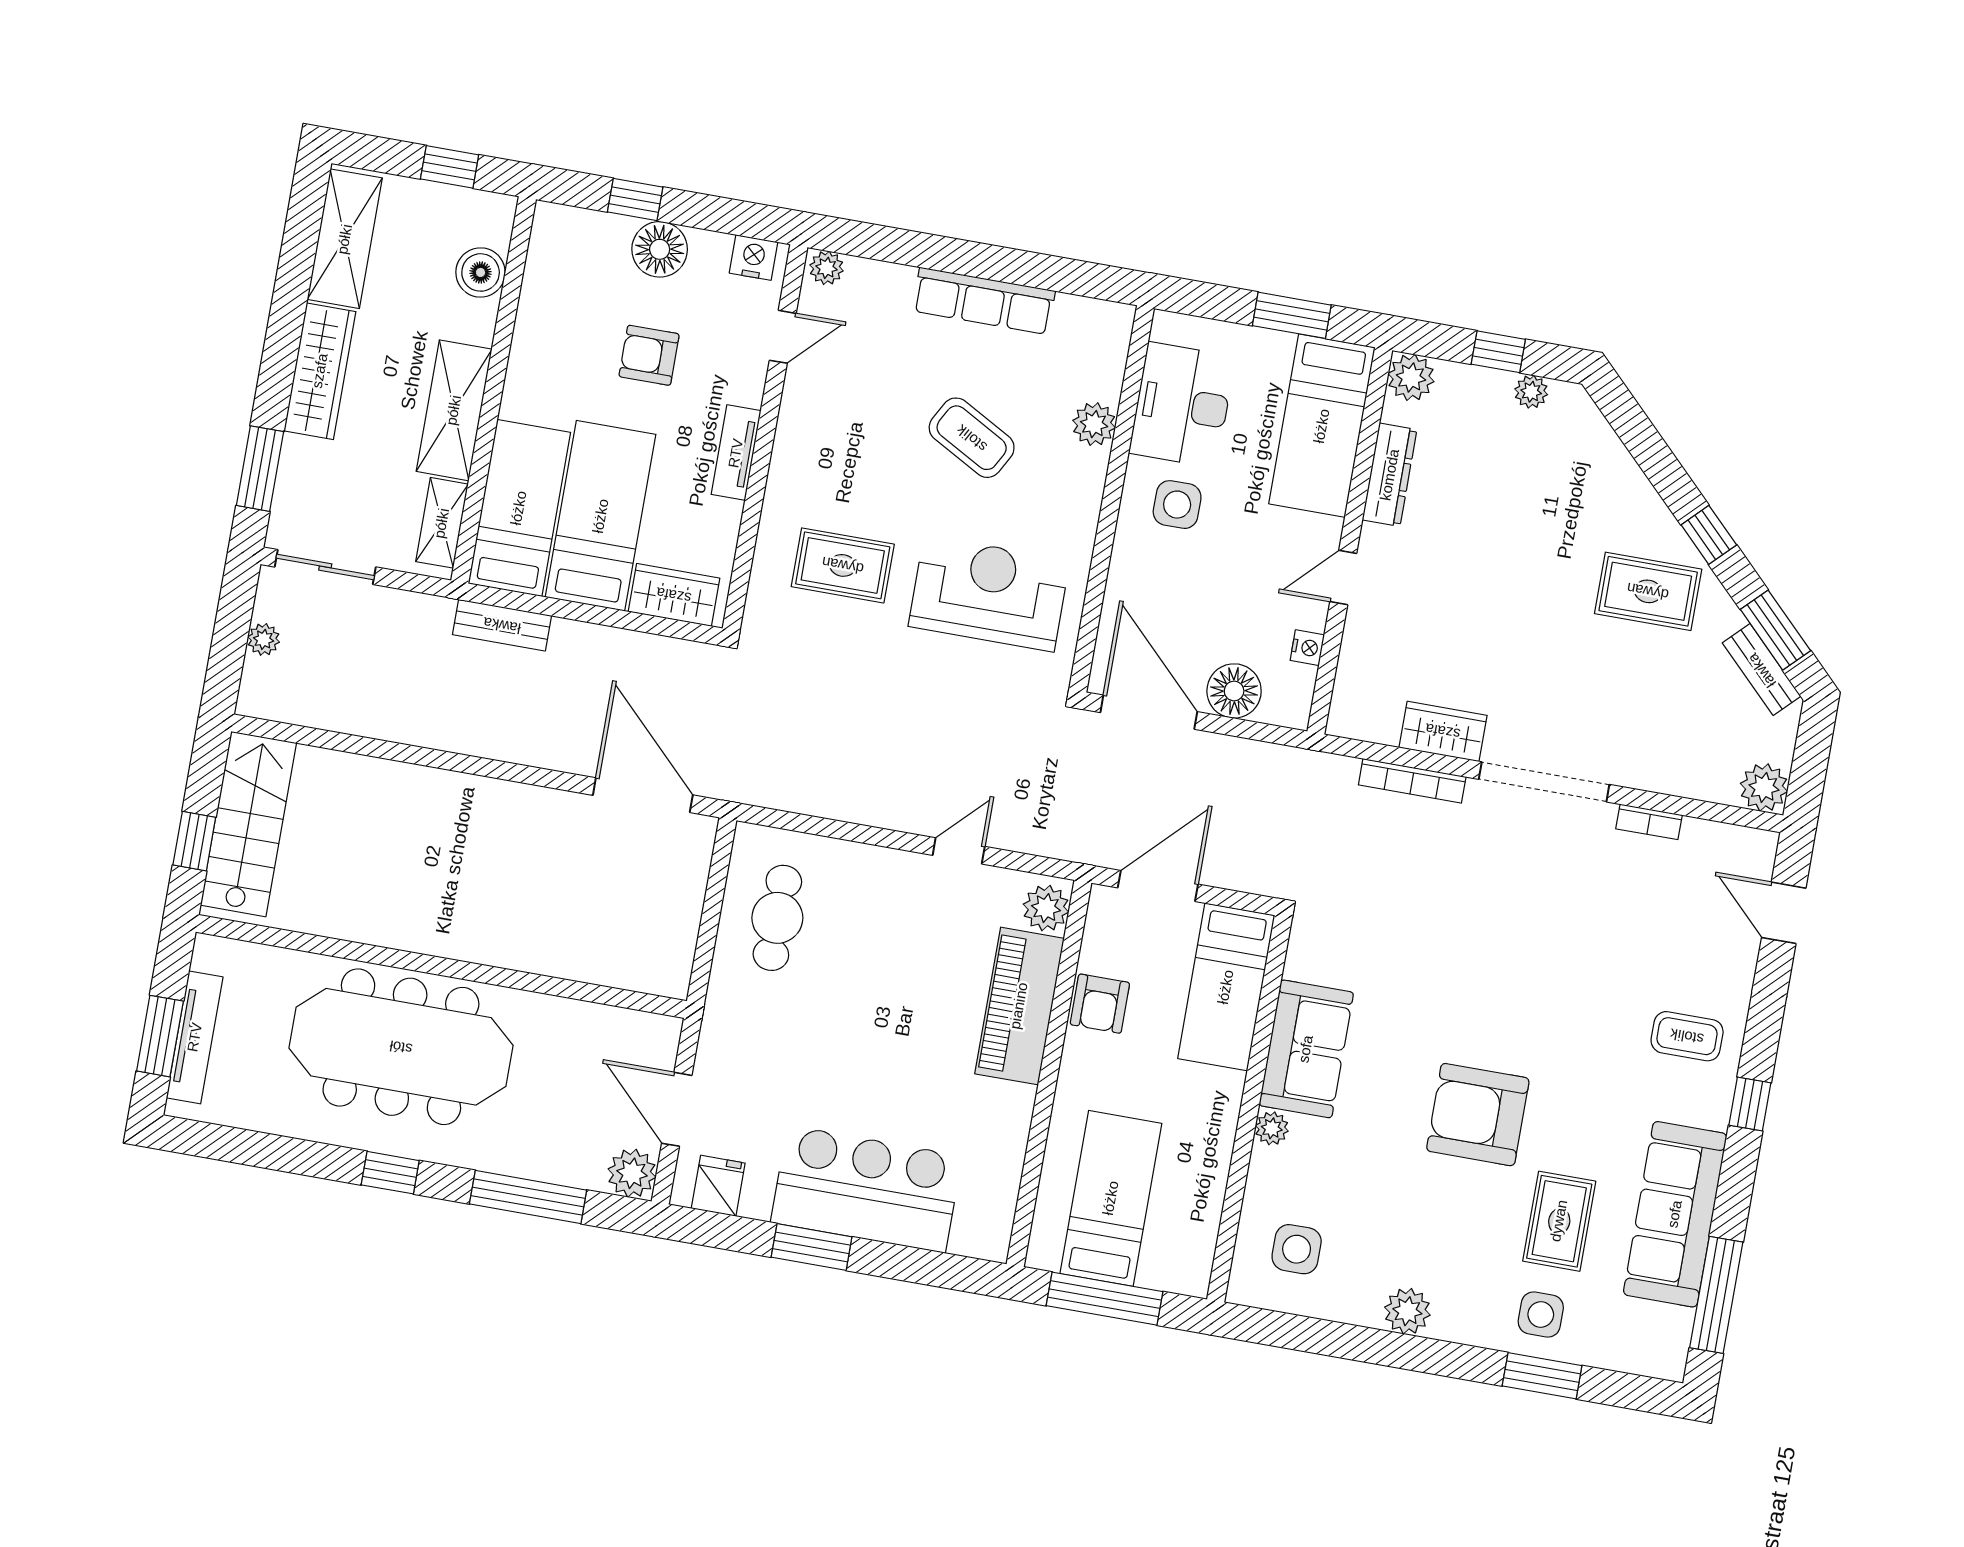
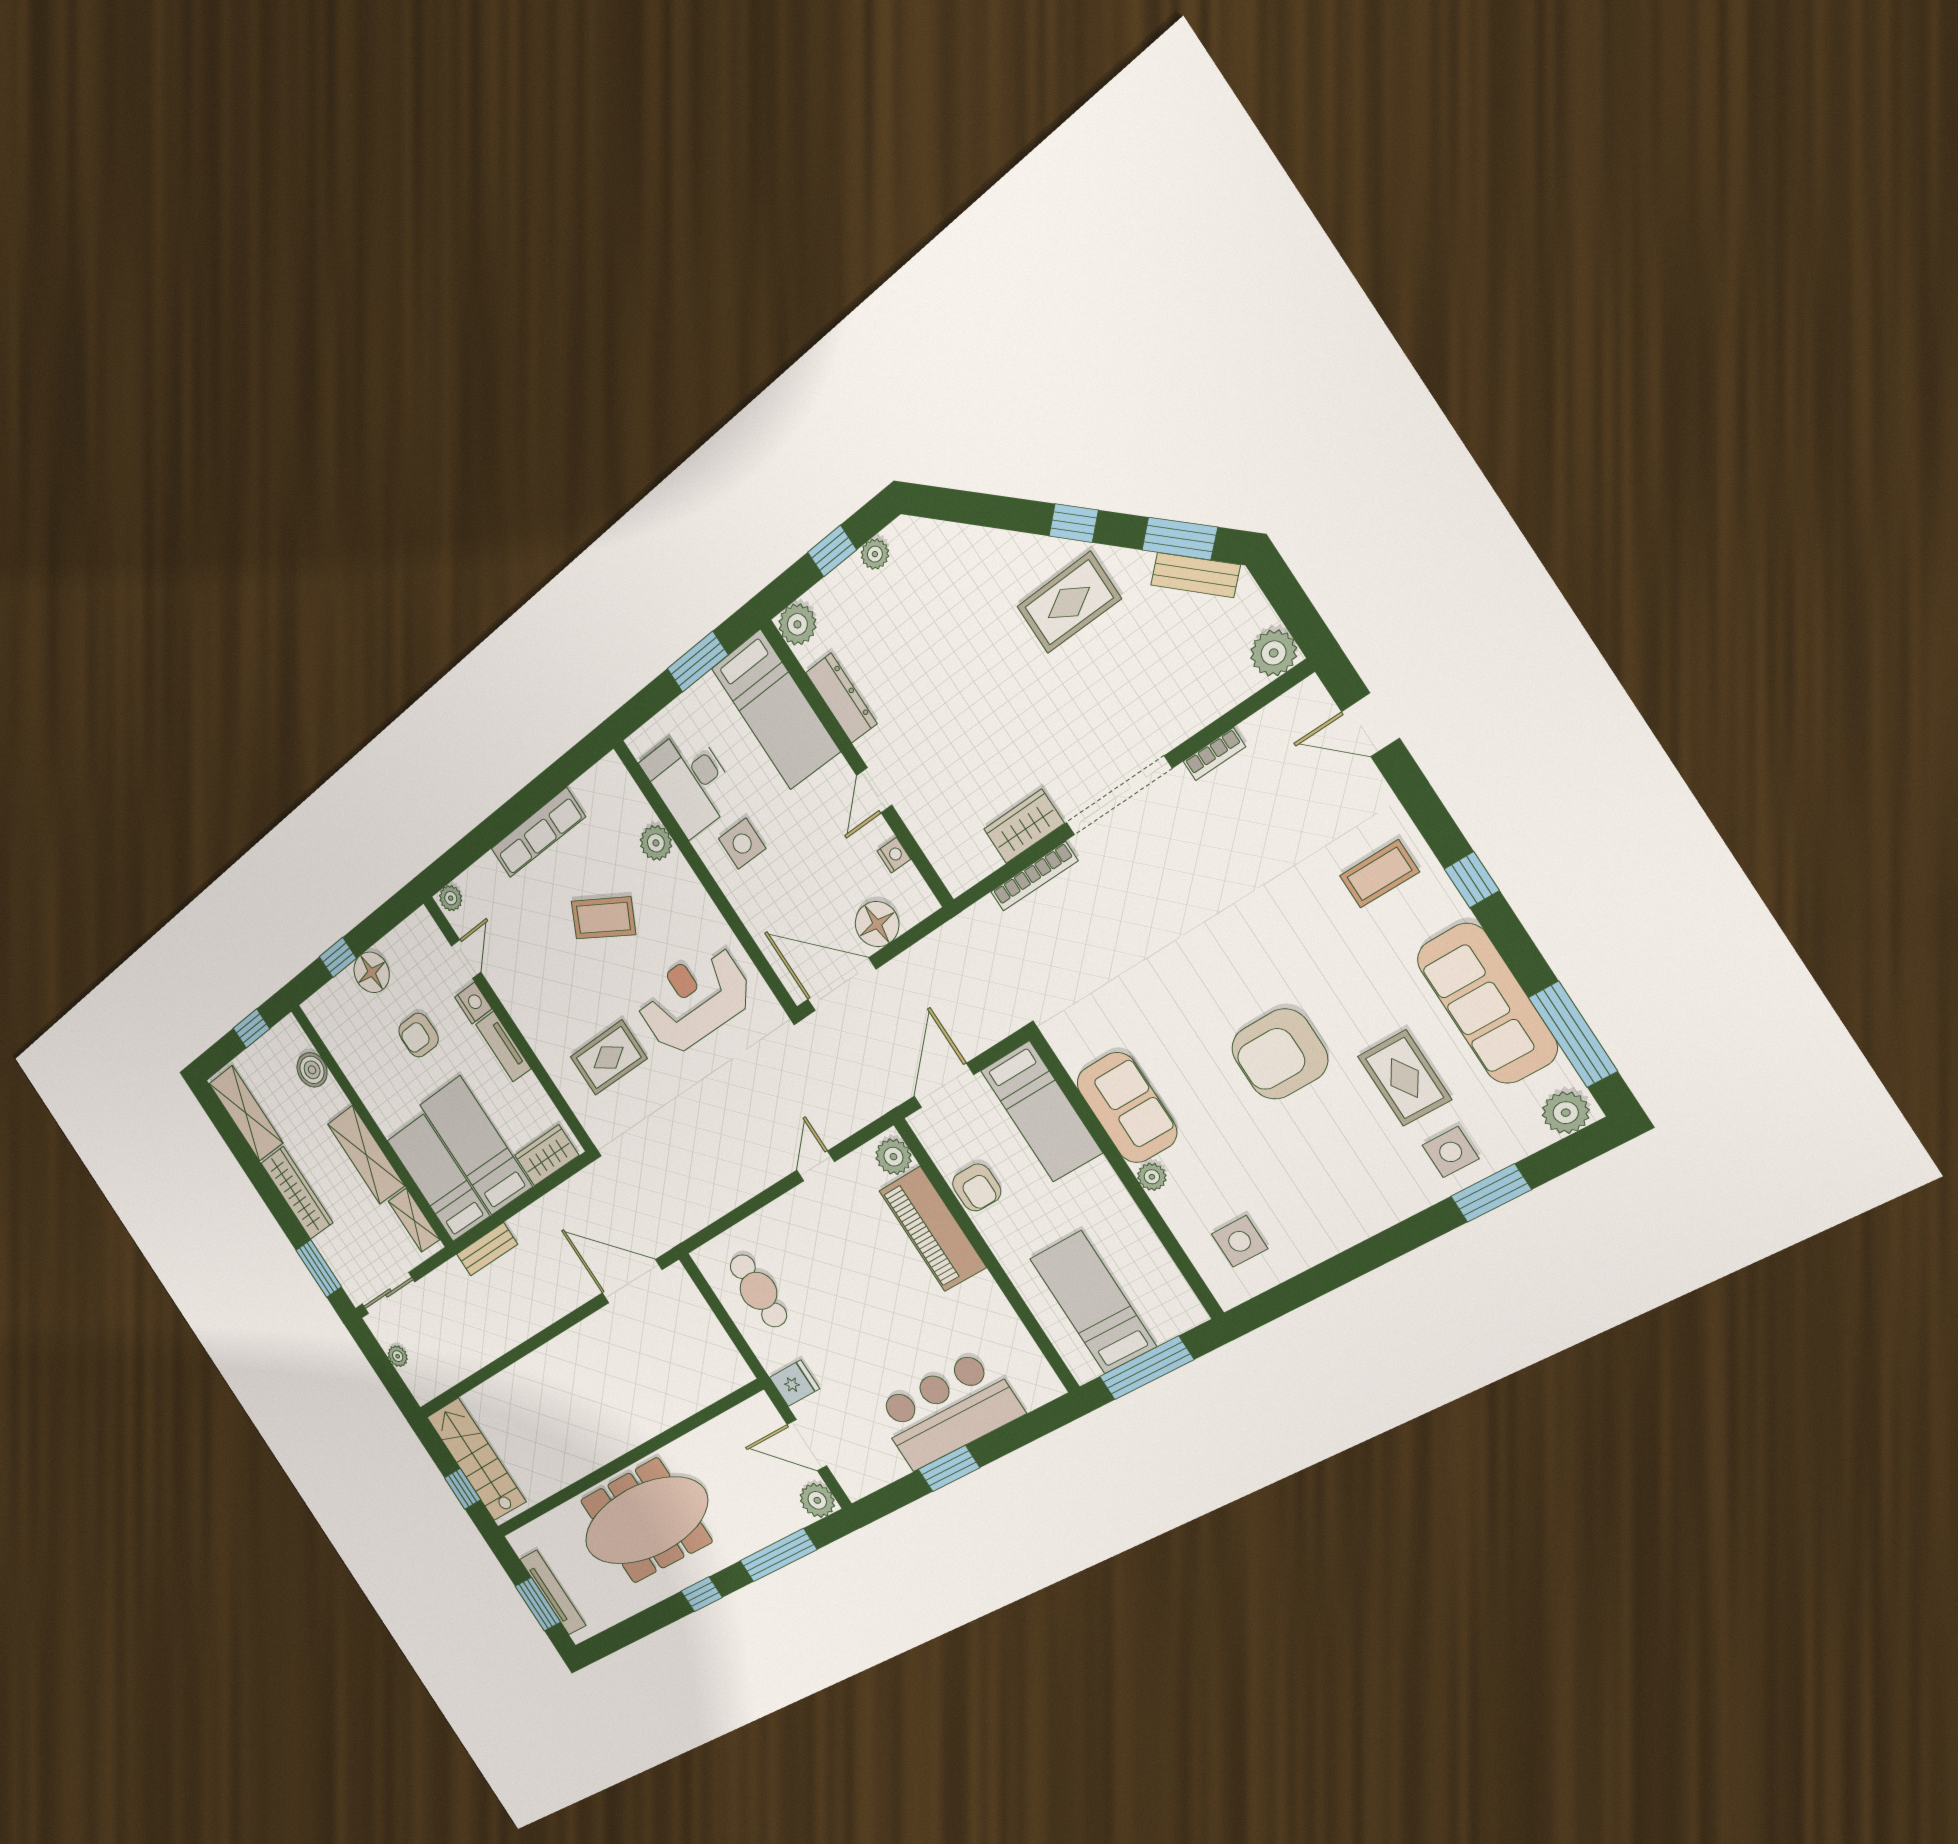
nightstand: (754, 258) -> (473, 1003), moved, turned 90
fridge: (718, 1186) -> (794, 1383), moved, turned 90
plant: (1407, 1311) -> (1566, 1113), moved

